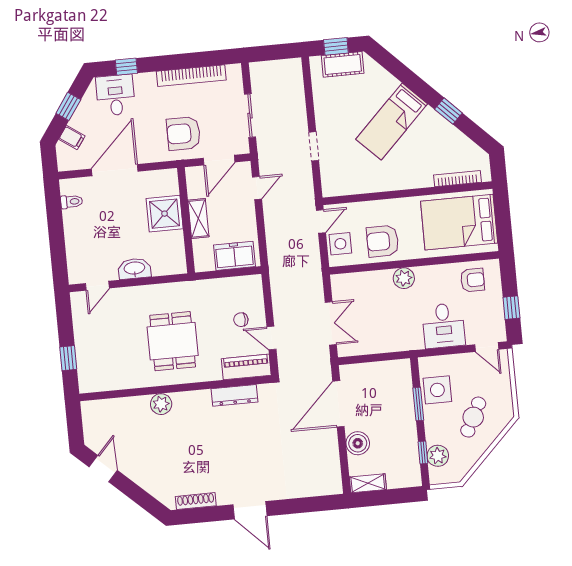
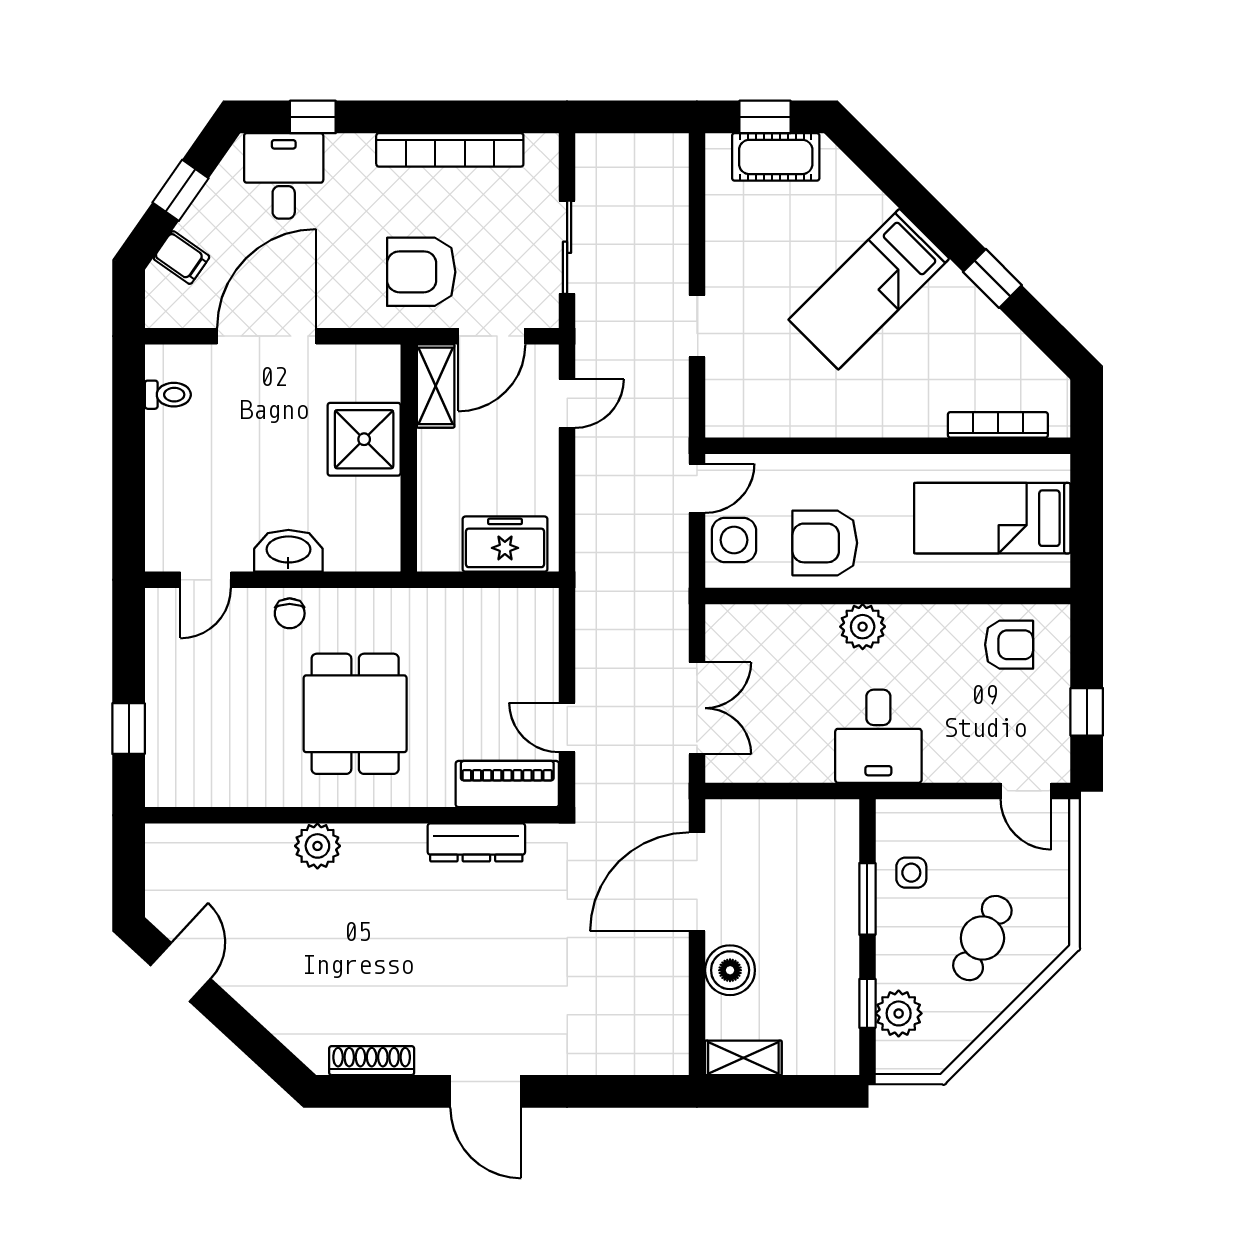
shelving: (198, 218) -> (436, 386), moved
bed: (459, 222) -> (992, 518), width x0.67
chair: (241, 320) -> (290, 613), moved, turned -90
desk: (443, 326) -> (878, 736), moved
side table: (437, 390) -> (911, 873), width x0.54, depth x0.54

